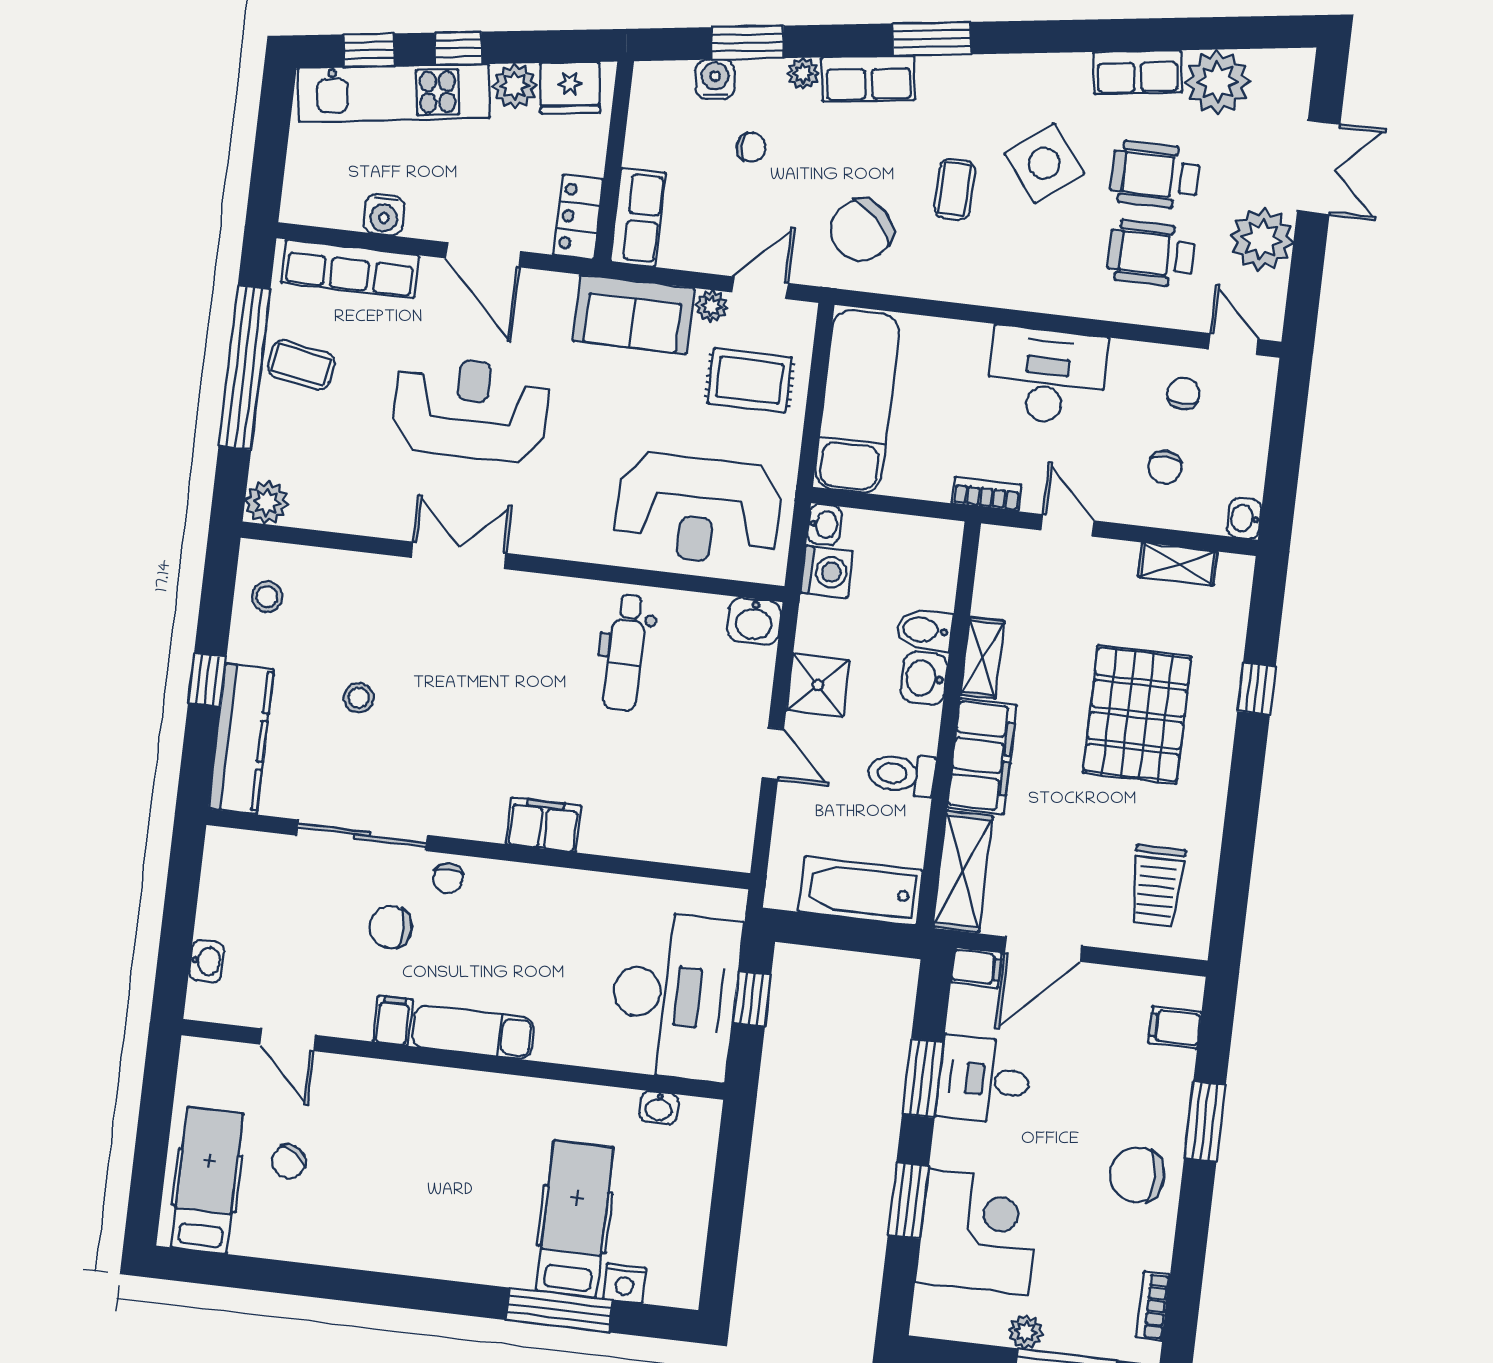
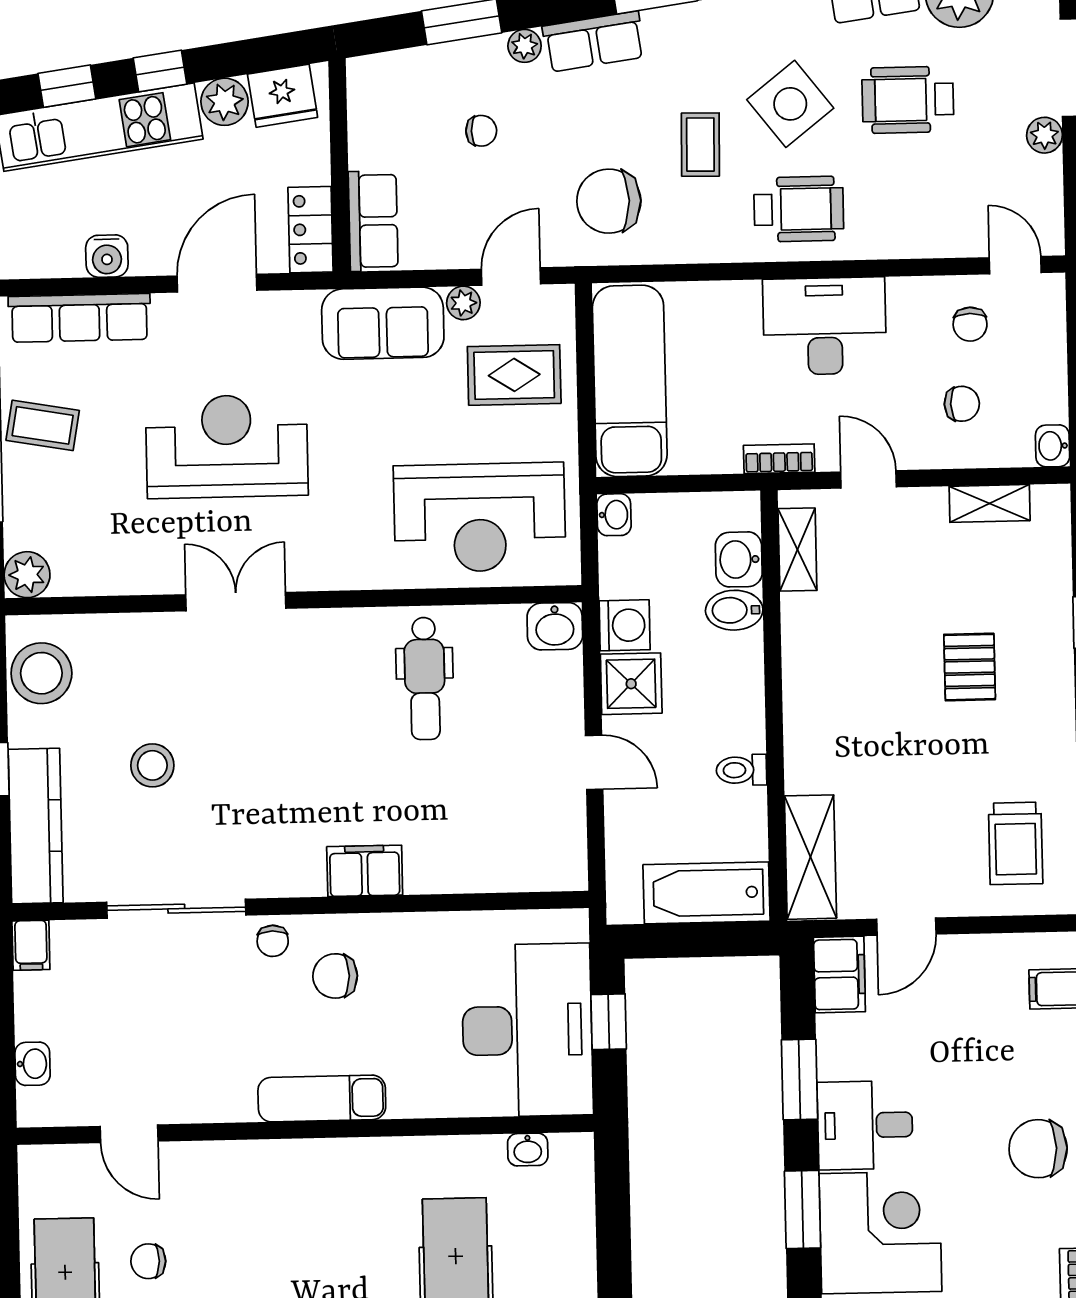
water cooler: (715, 79) -> (433, 65), removed
chair: (861, 230) -> (609, 201), turned 45
plant: (1262, 239) -> (1044, 135), width x0.53, depth x0.53
wheelchair: (1151, 254) -> (799, 209), moved, turned 180
door: (483, 255) -> (217, 283), swing flipped
chair: (1183, 394) -> (970, 324), turned 180
chair: (1165, 467) -> (962, 404), turned -91
washing machine: (827, 572) -> (625, 625), moved
stool: (267, 597) -> (41, 673), width x1.89, depth x1.89
shelving: (982, 658) -> (797, 550), moved
washbasin: (924, 678) -> (739, 559), moved
stool: (359, 698) -> (152, 765), width x1.37, depth x1.37
pallet: (1137, 715) -> (970, 667), width x0.49, depth x0.50
filing cabinet: (982, 756) -> (813, 733), removed
toilet: (901, 774) -> (741, 770), width x0.73, depth x0.72
chair: (391, 927) -> (335, 976), moved
door: (1043, 949) -> (906, 927), width x0.73
filing cabinet: (976, 967) -> (839, 974), width x2.00
filing cabinet: (393, 1021) -> (31, 945), moved, turned 180
desk: (984, 1080) -> (865, 1125), moved
chair: (289, 1162) -> (148, 1261), turned 57

